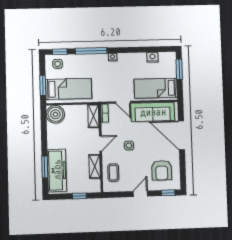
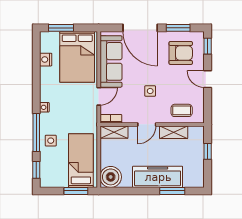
side table: (58, 64) -> (51, 141), moved
bed: (156, 88) -> (77, 57), width x1.50
door: (182, 135) -> (140, 28), hinge flipped
door: (101, 143) -> (147, 124), swing flipped
window: (183, 167) -> (178, 28), added
freezer: (57, 170) -> (158, 177), moved

